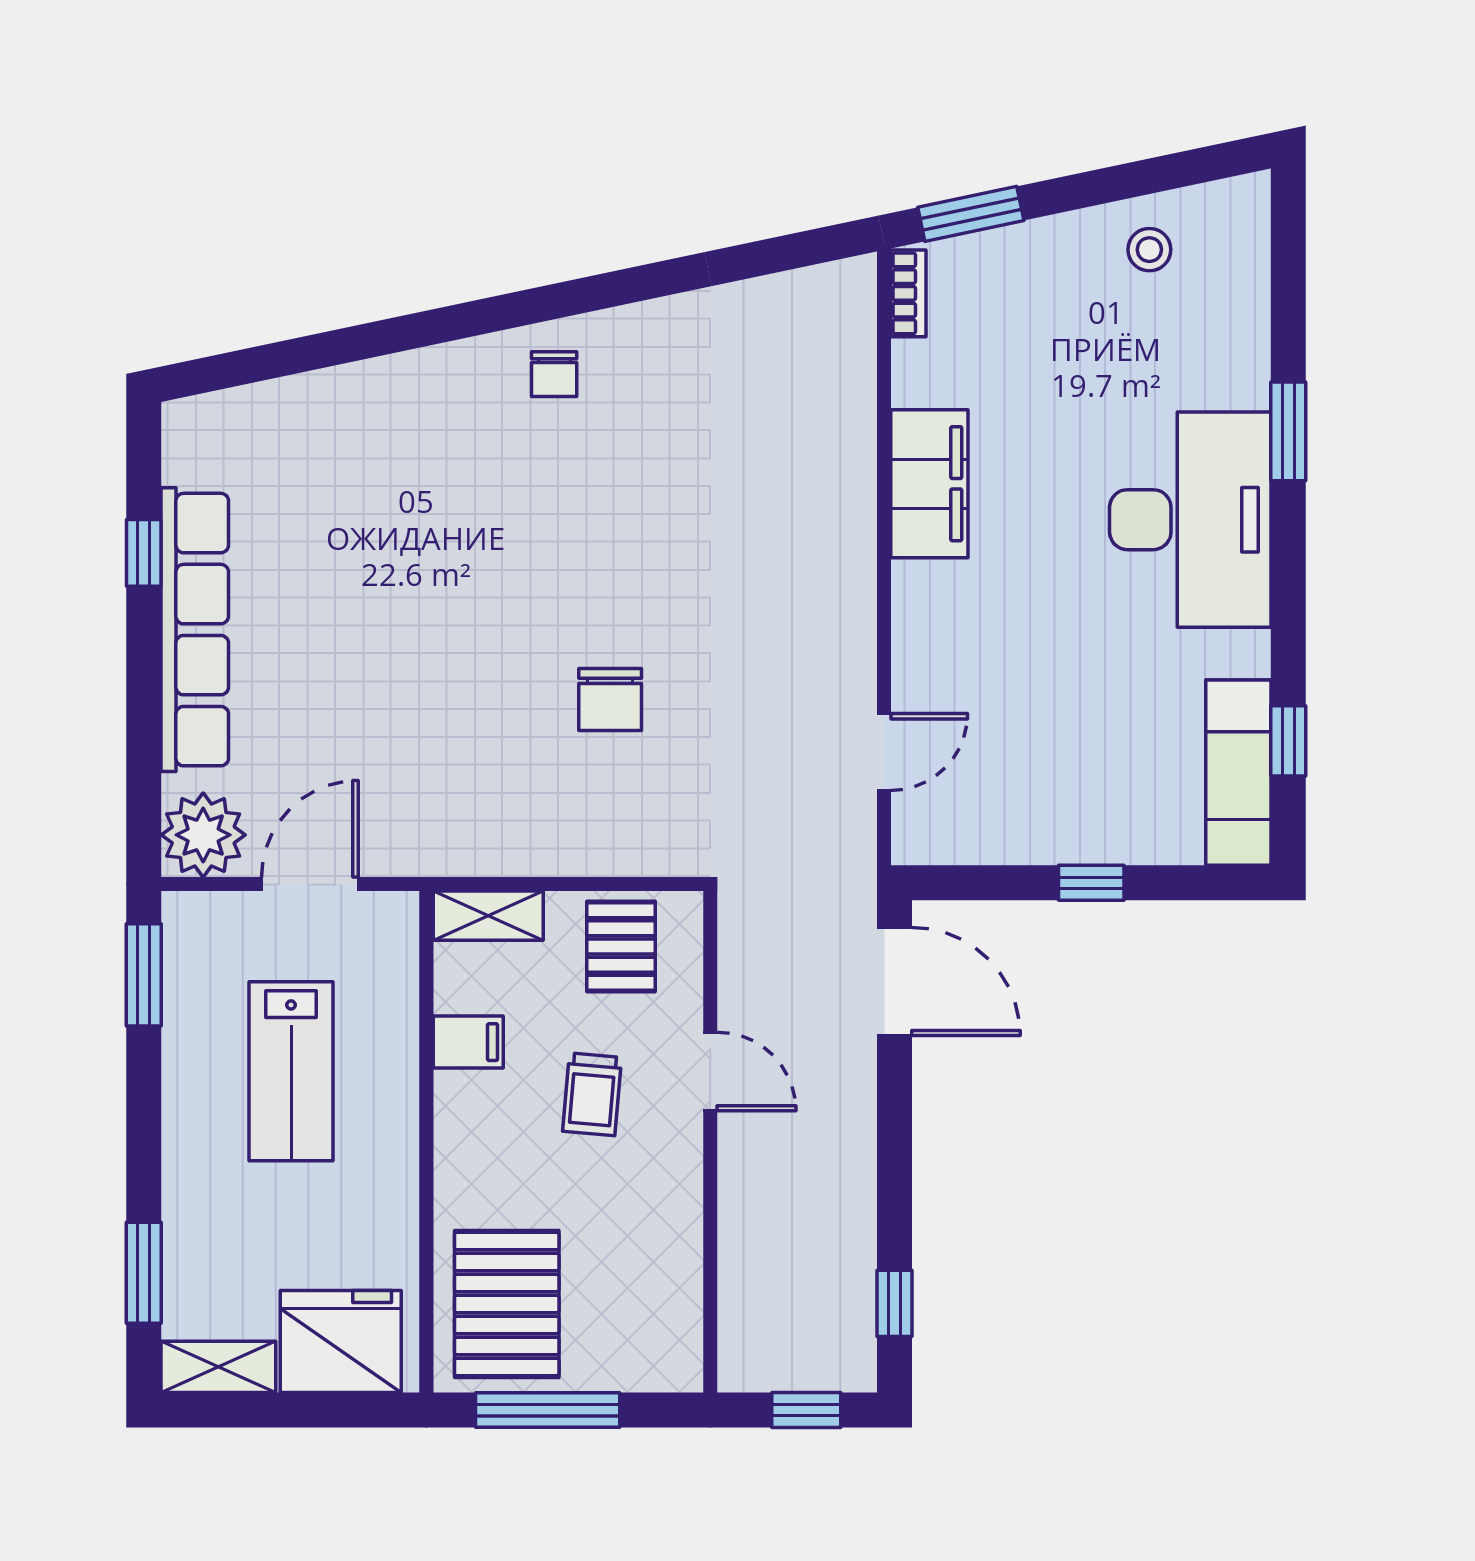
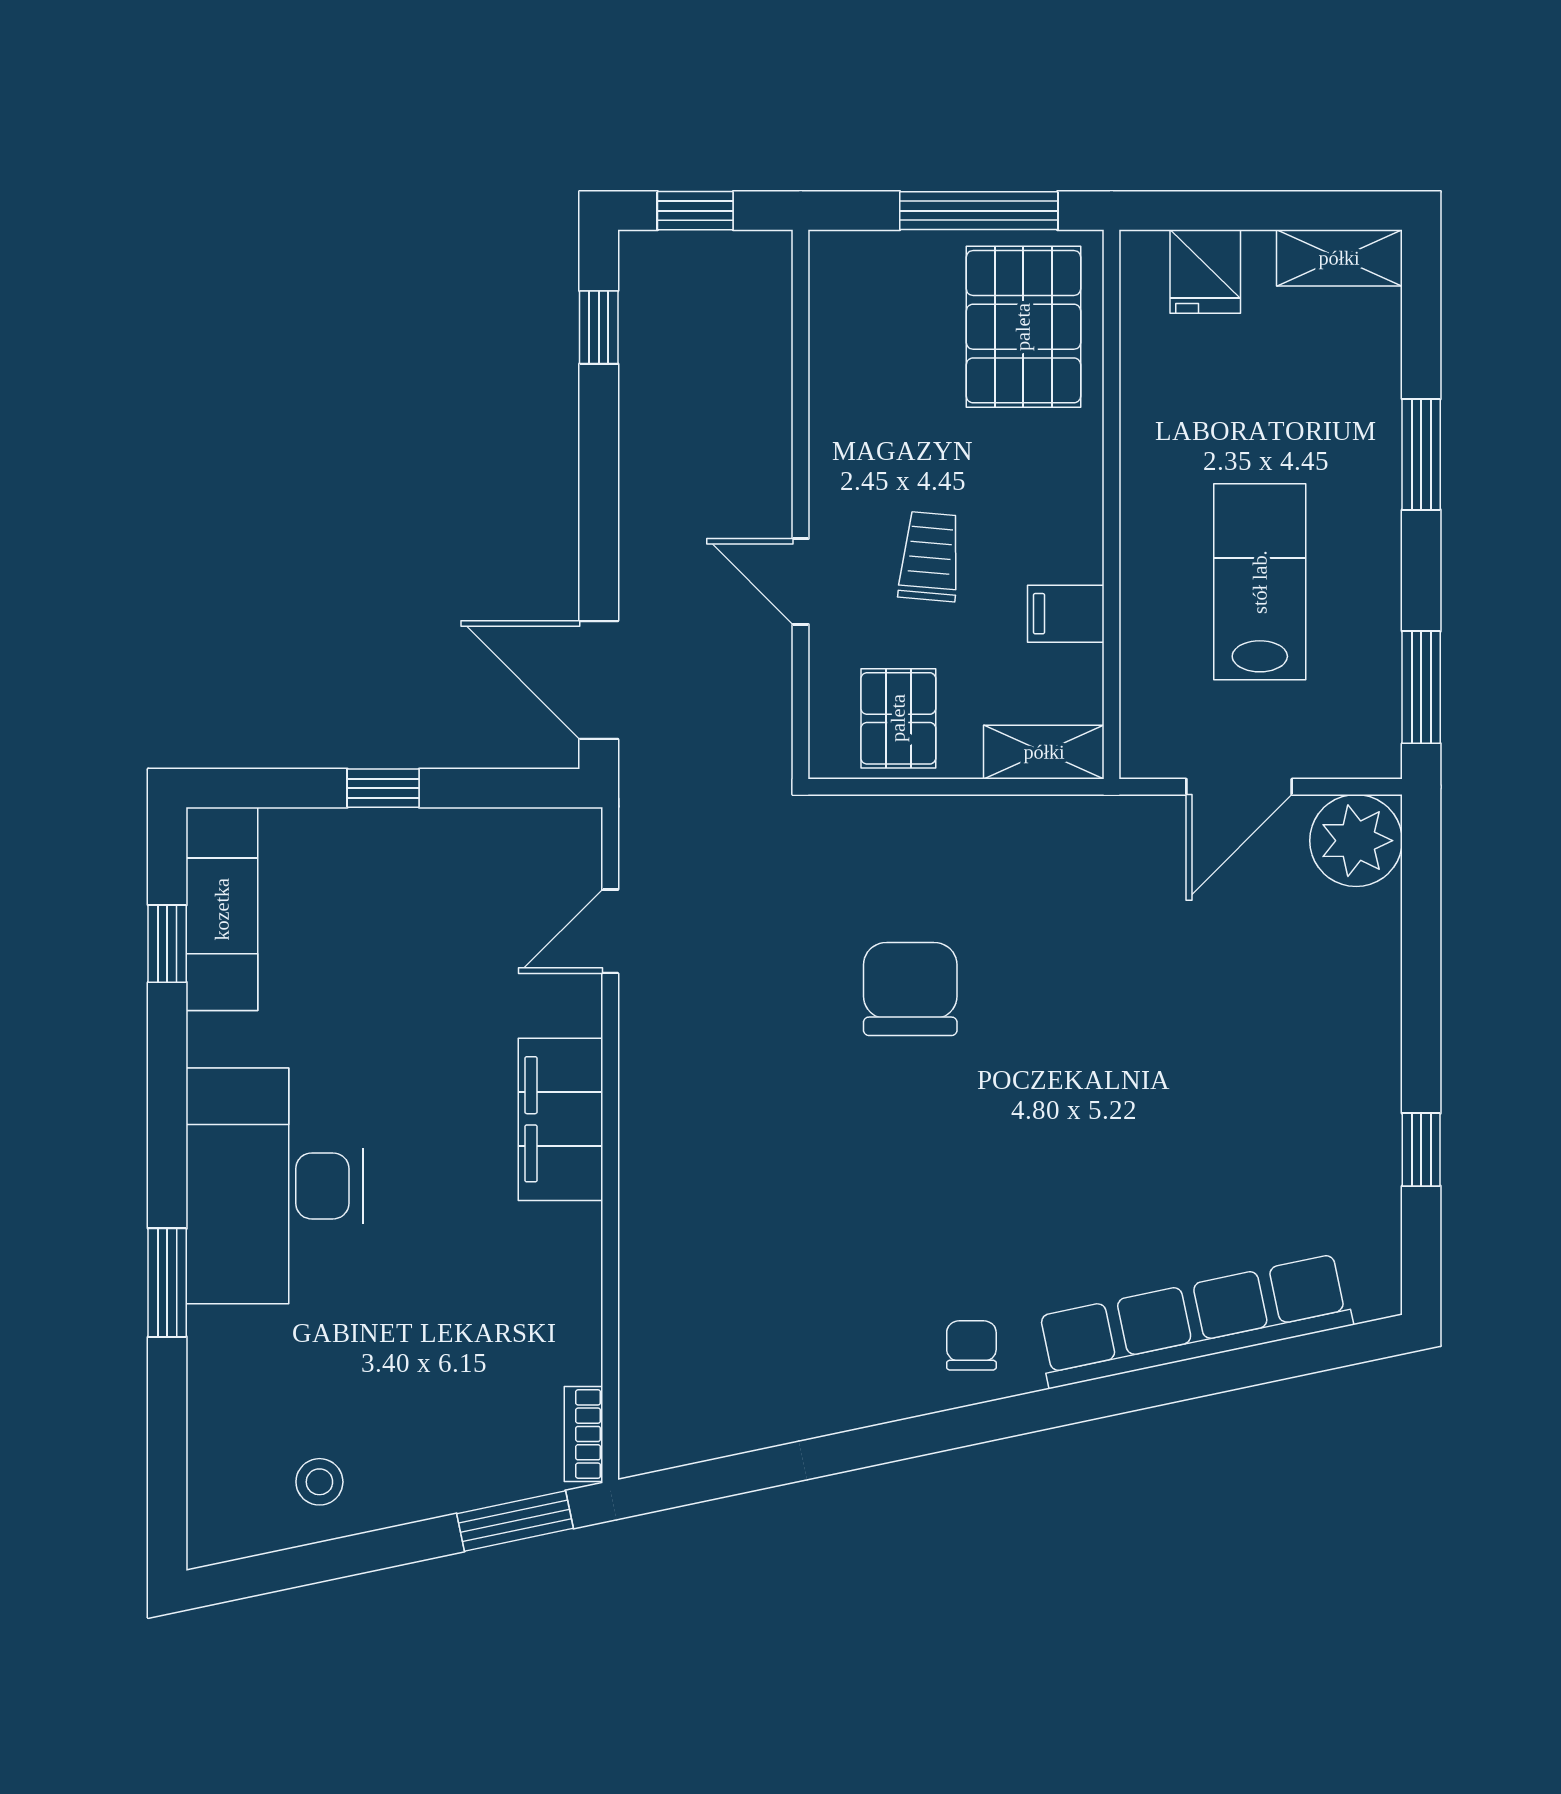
filing cabinet: (929, 484) -> (560, 1119), moved
row of seats: (195, 630) -> (1194, 1321), moved, turned 78
chair: (610, 700) -> (910, 989), width x1.37, depth x1.37
window: (144, 1273) -> (1421, 454), moved
fridge: (341, 1341) -> (1205, 272), width x0.53, depth x0.75

